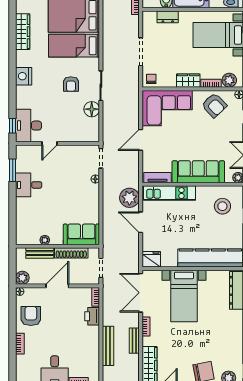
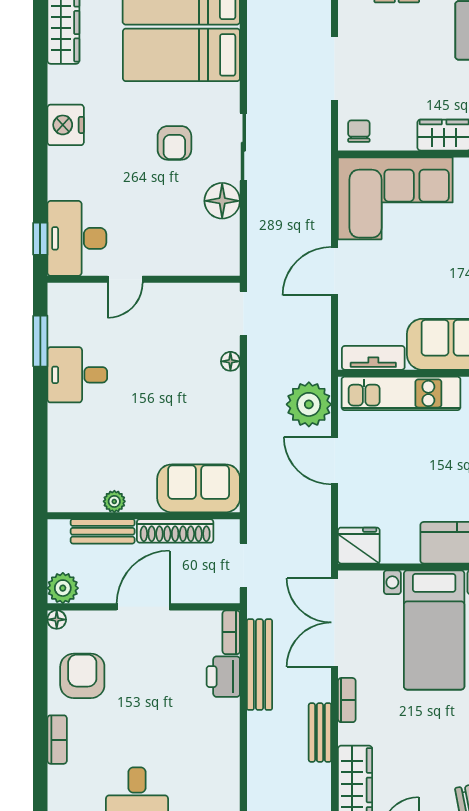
bench: (108, 346) -> (260, 665), moved

